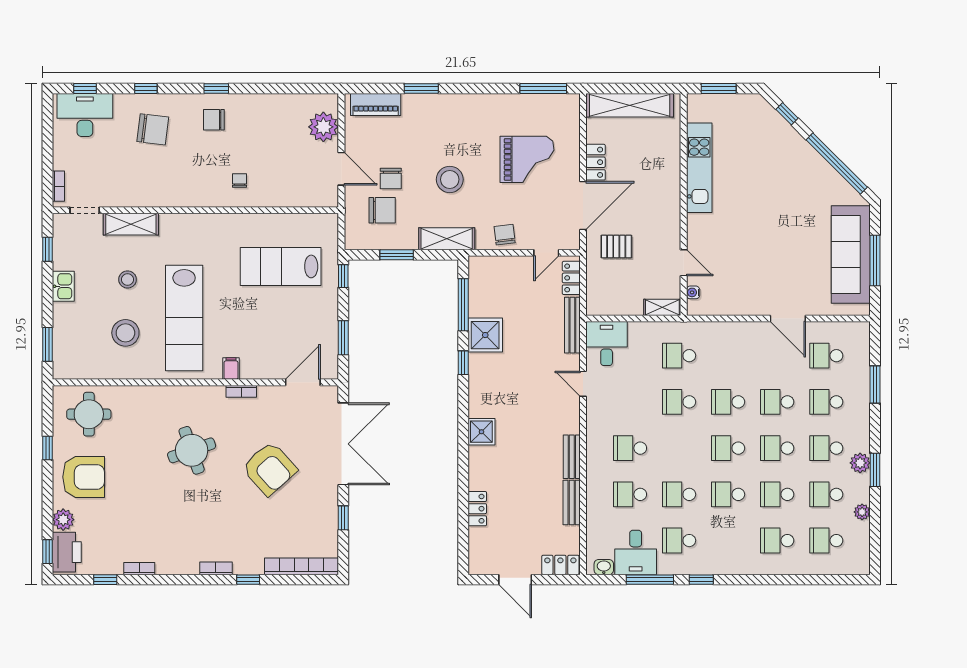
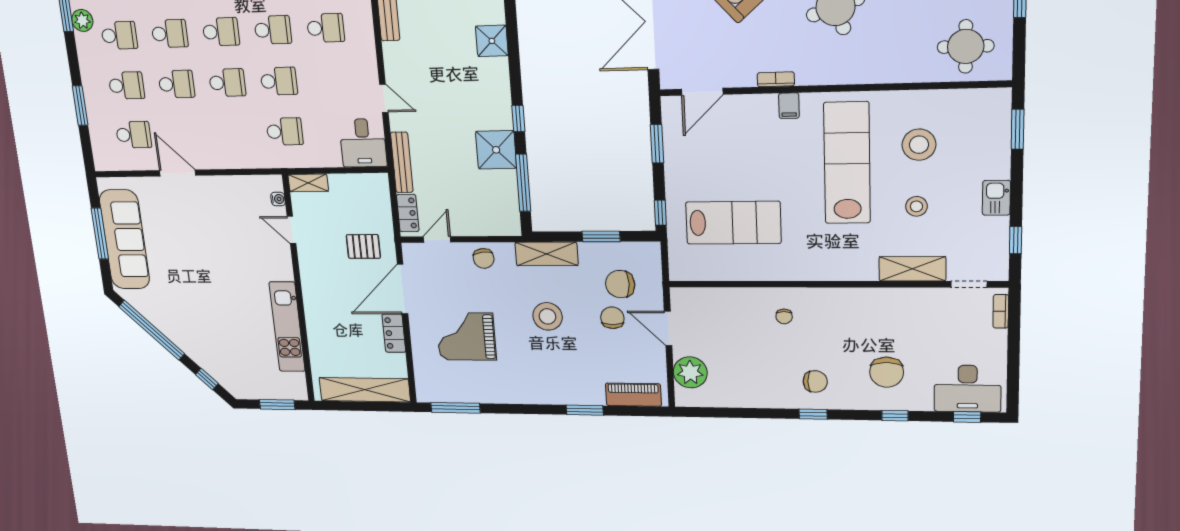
chair: (153, 129) -> (887, 372), turned -97
school desk: (679, 448) -> (273, 30), added

